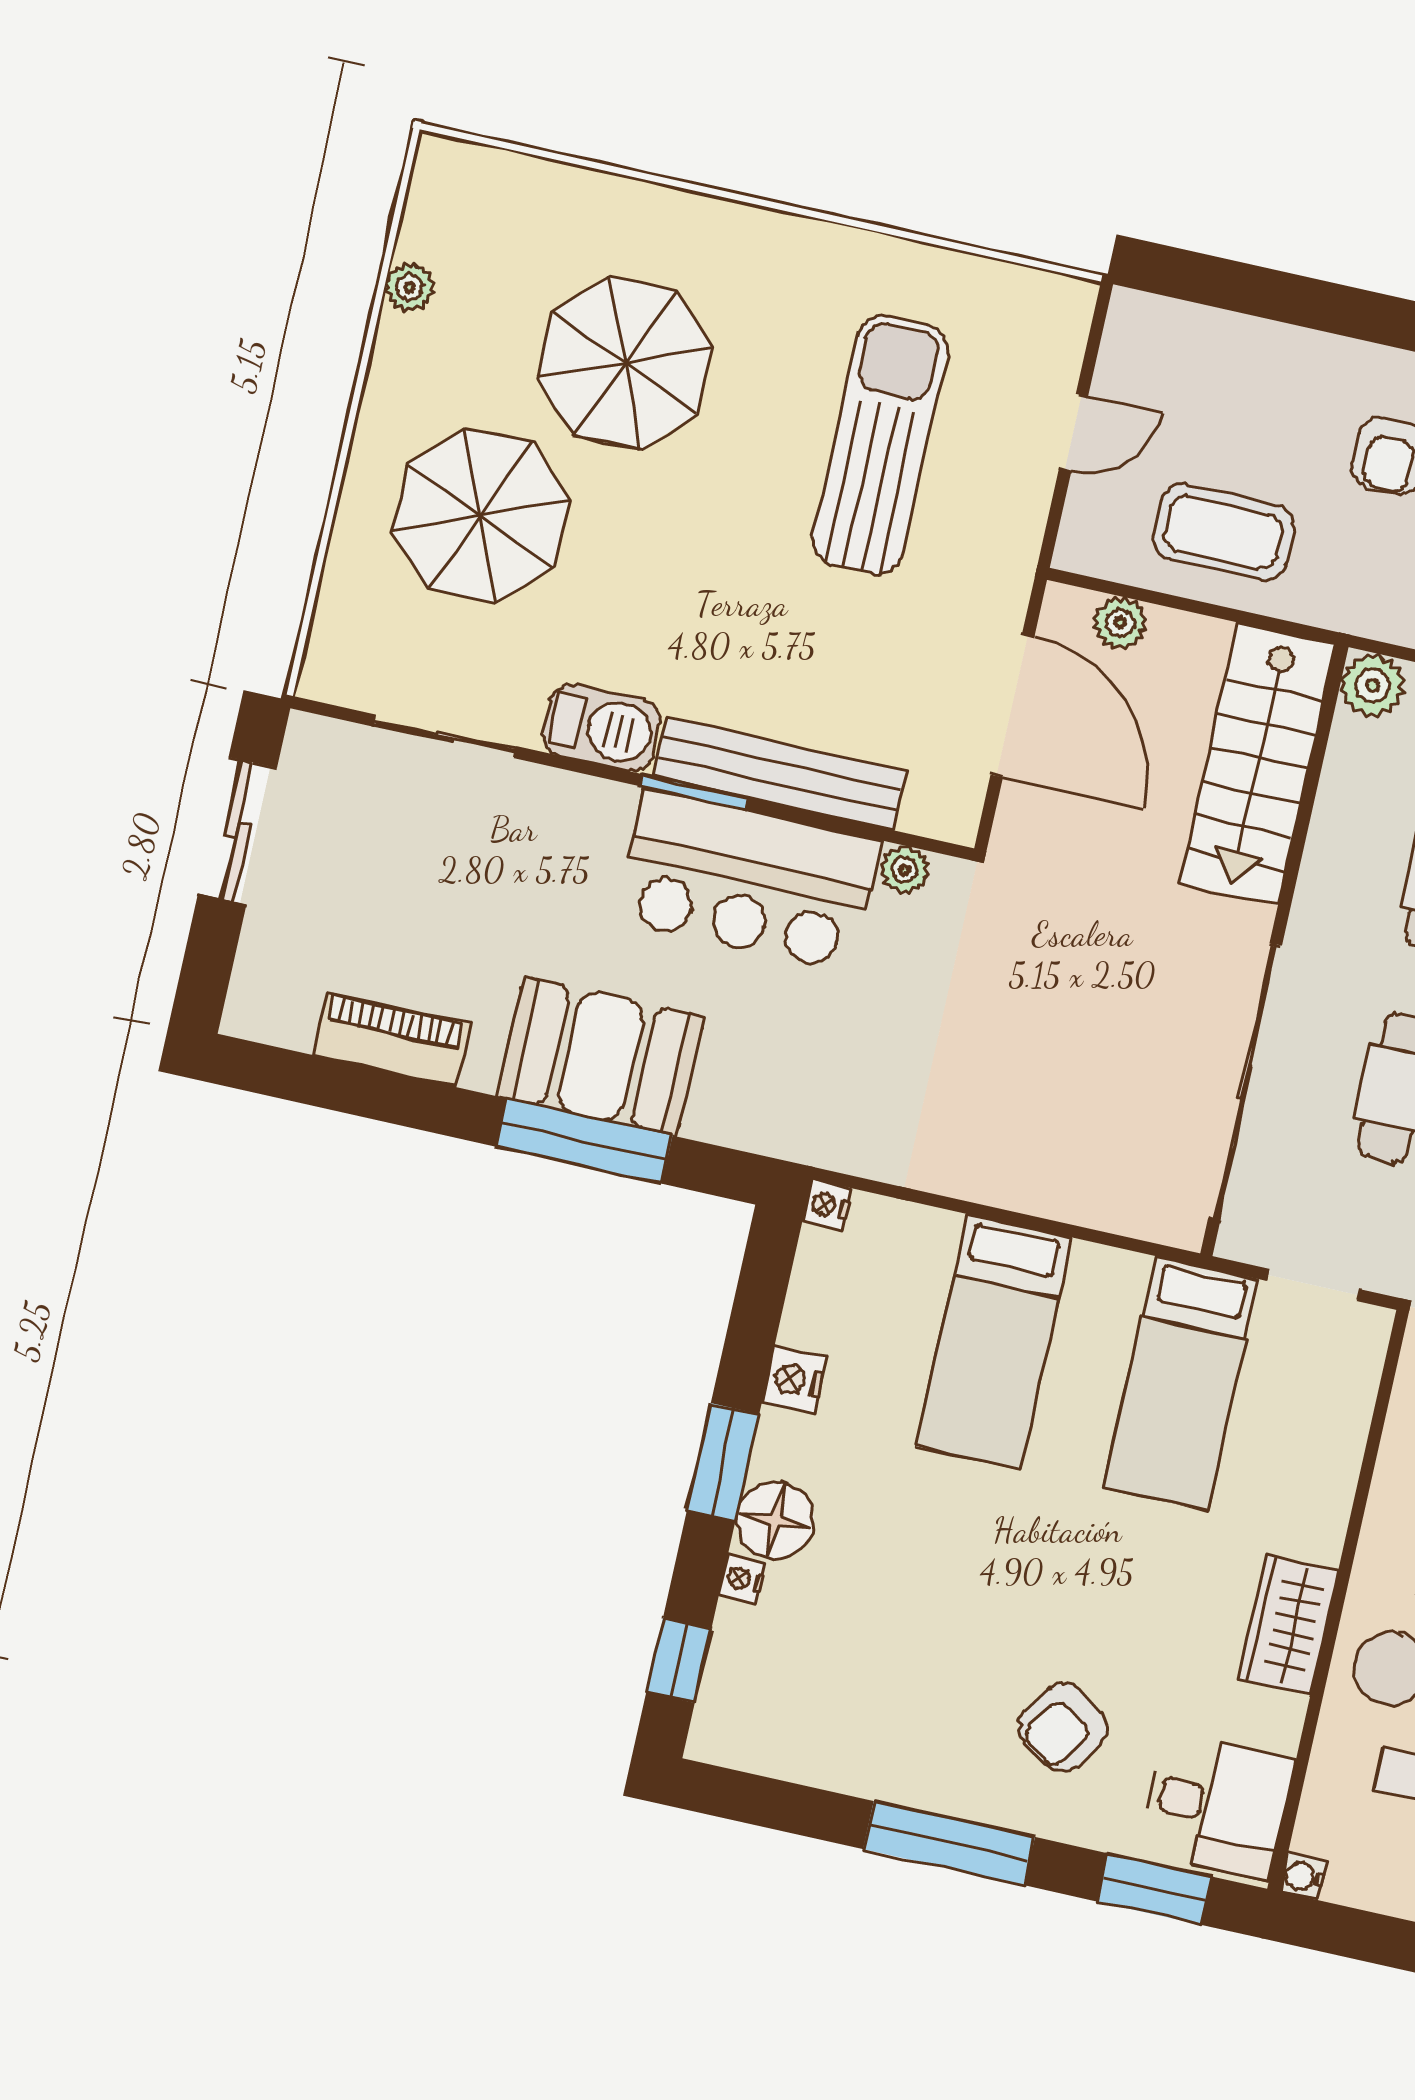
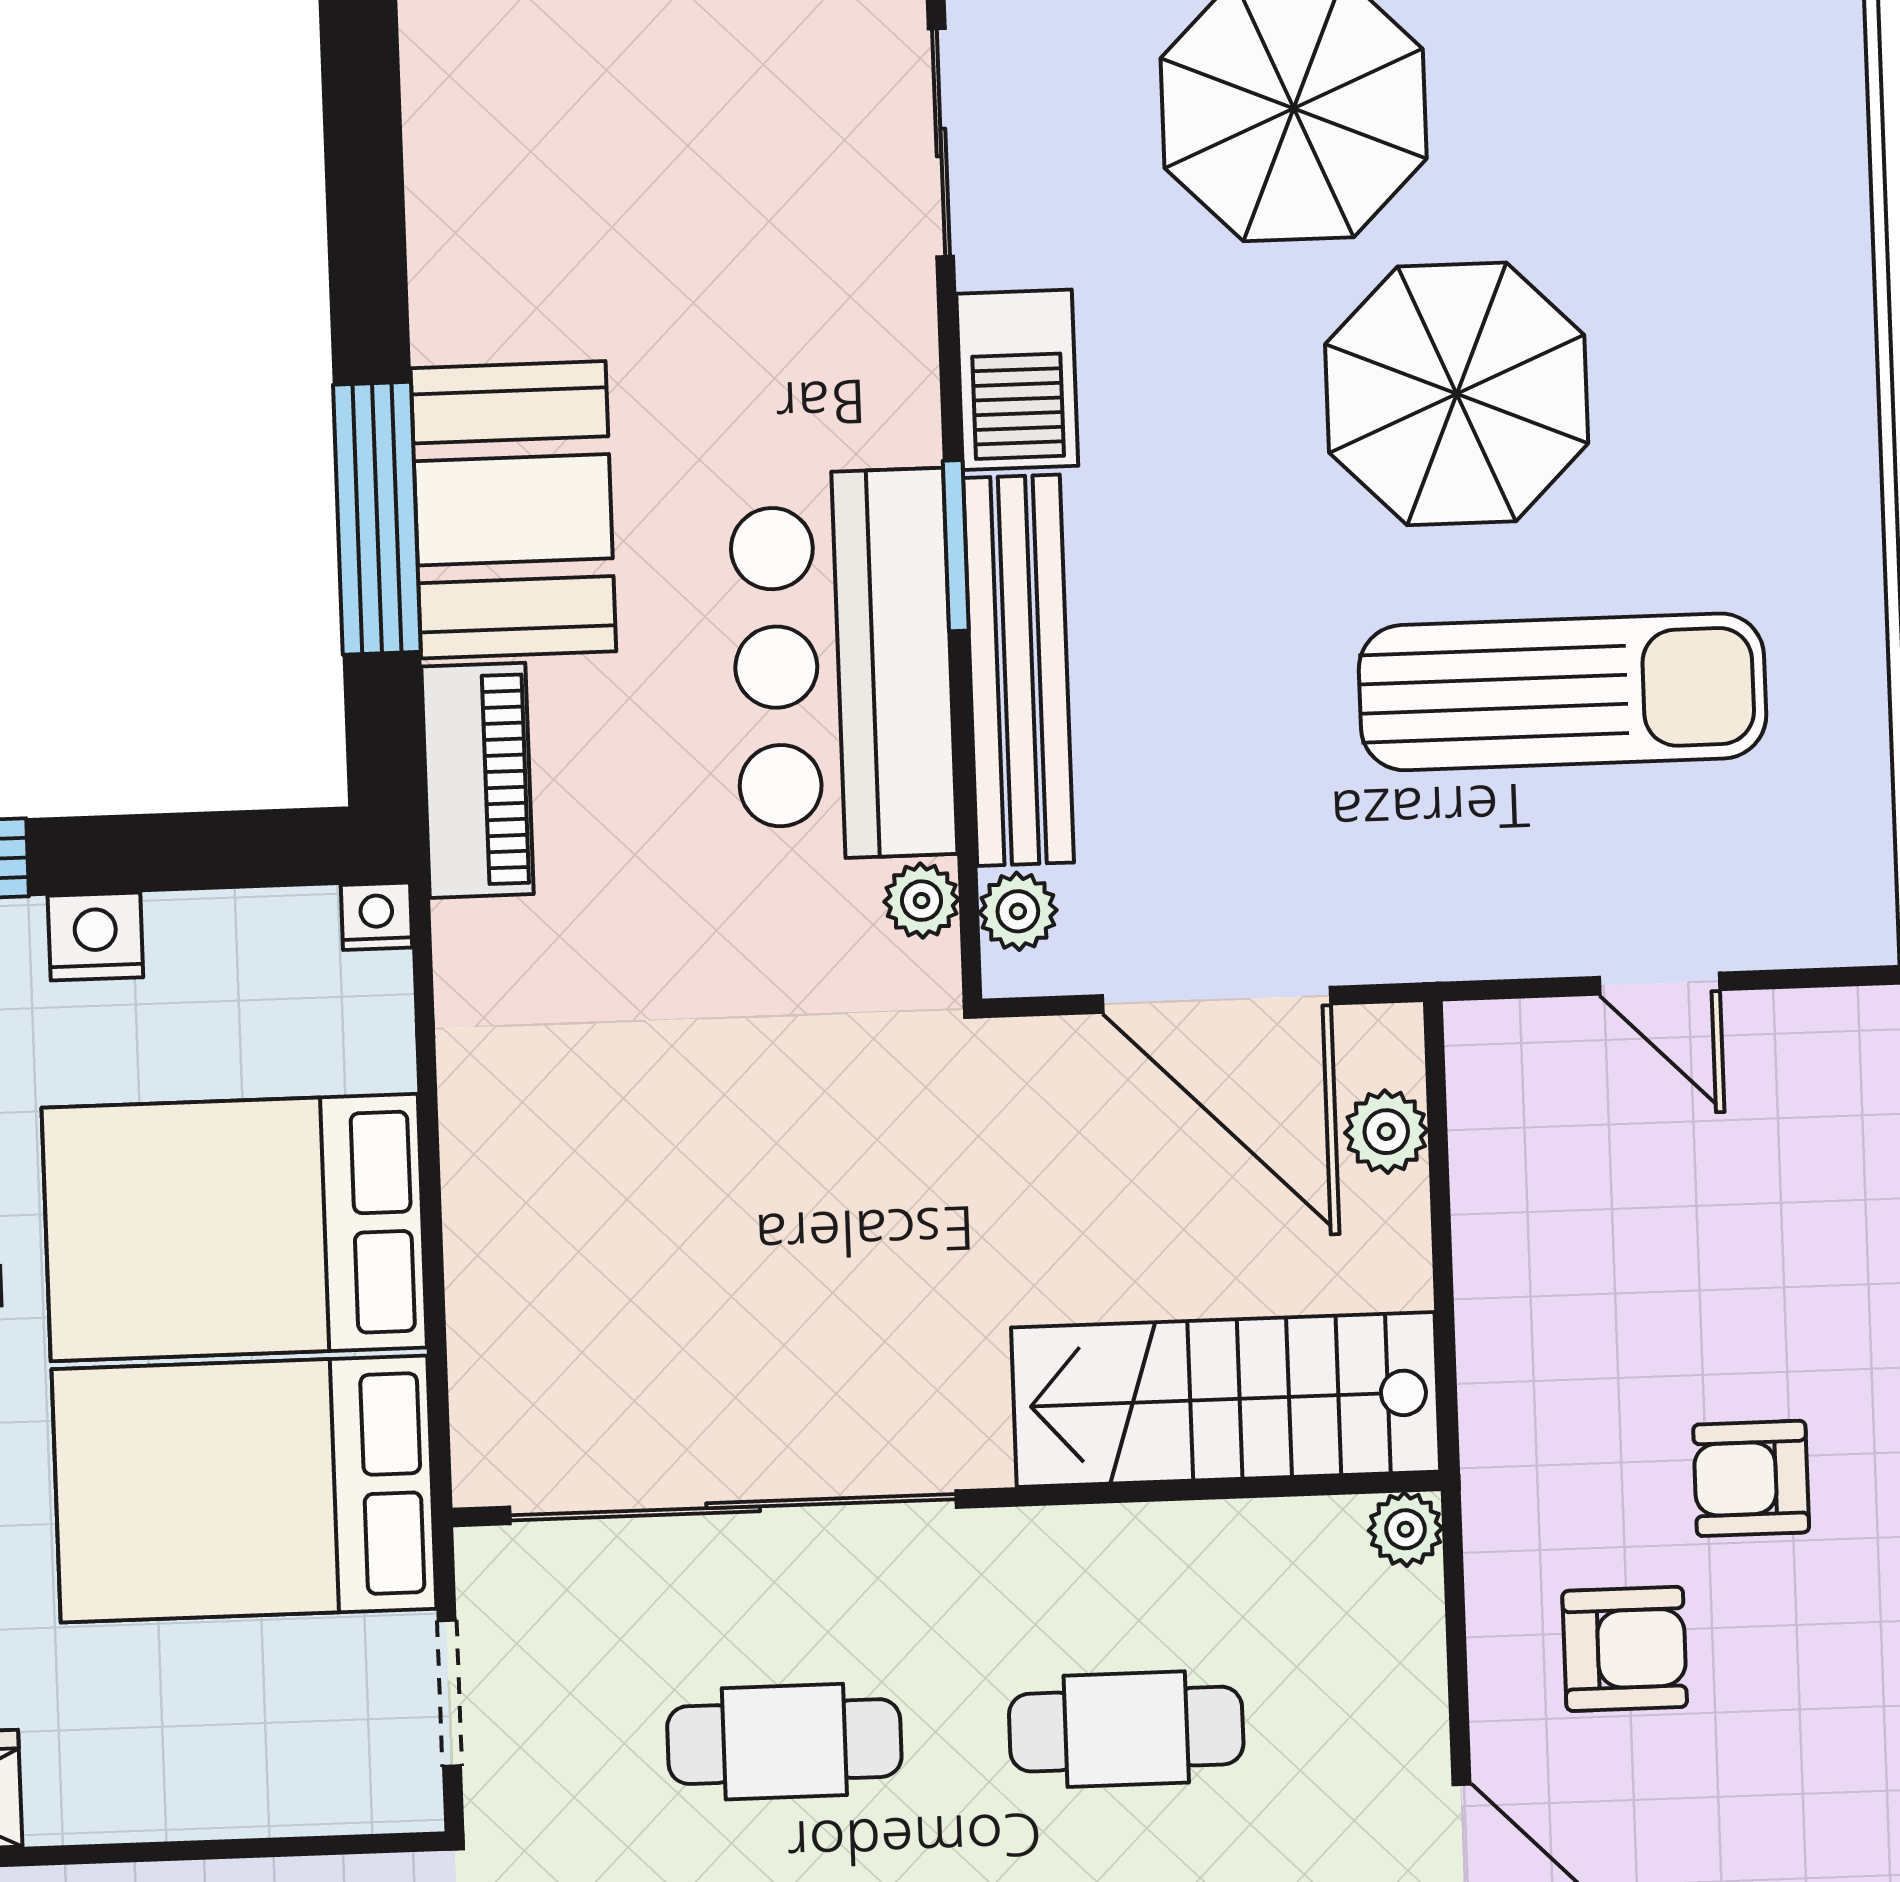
parasol: (625, 363) -> (1457, 394), moved
coffee table: (1224, 532) -> (1567, 1253), removed
plant: (1373, 685) -> (1405, 1529), width x0.73, depth x0.73
door: (1013, 706) -> (1216, 1000), hinge flipped
plant: (927, 813) -> (1018, 911), added
piano: (392, 1039) -> (478, 780), moved
bed: (994, 1342) -> (234, 1228), width x1.50
bed: (1181, 1383) -> (244, 1489), width x1.50

